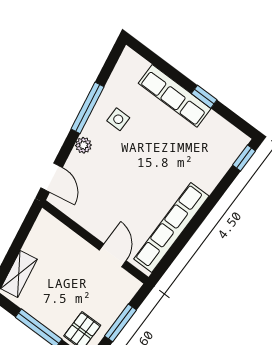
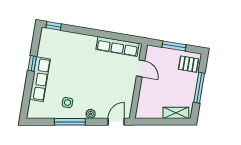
row of seats: (171, 228) -> (117, 46), width x0.73
door: (113, 255) -> (141, 68), swing flipped

